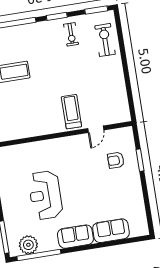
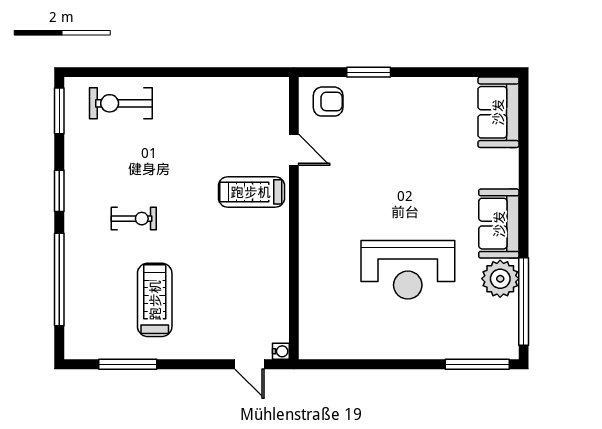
exercise bike: (71, 34) -> (134, 219), moved
armchair: (116, 160) -> (328, 102), moved, turned -90
sofa: (111, 231) -> (498, 112), moved
plant: (28, 245) -> (500, 279), moved

